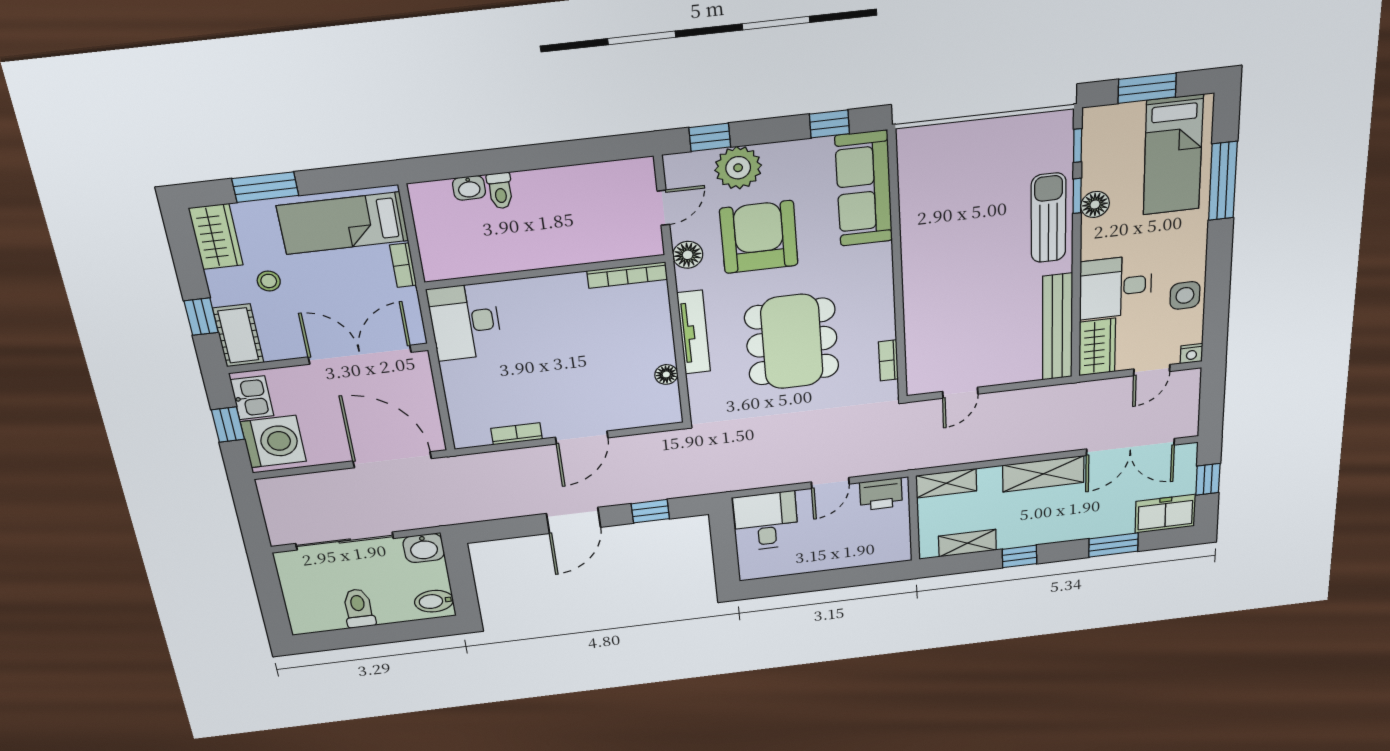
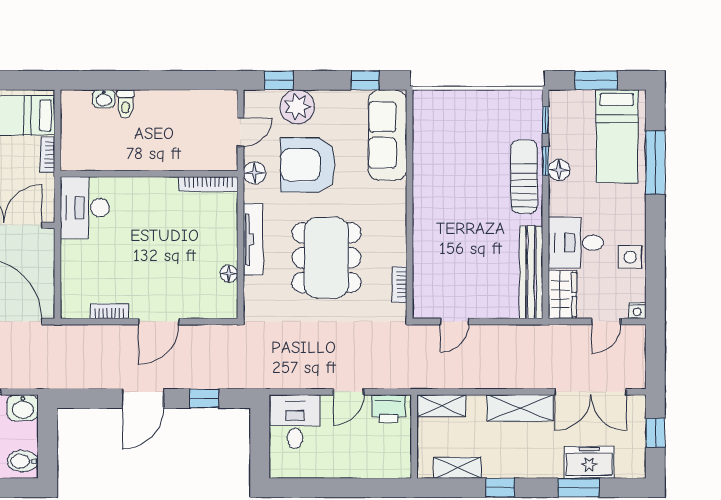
armchair: (759, 237) -> (308, 165), turned -90
freezer: (1165, 514) -> (589, 462), moved

